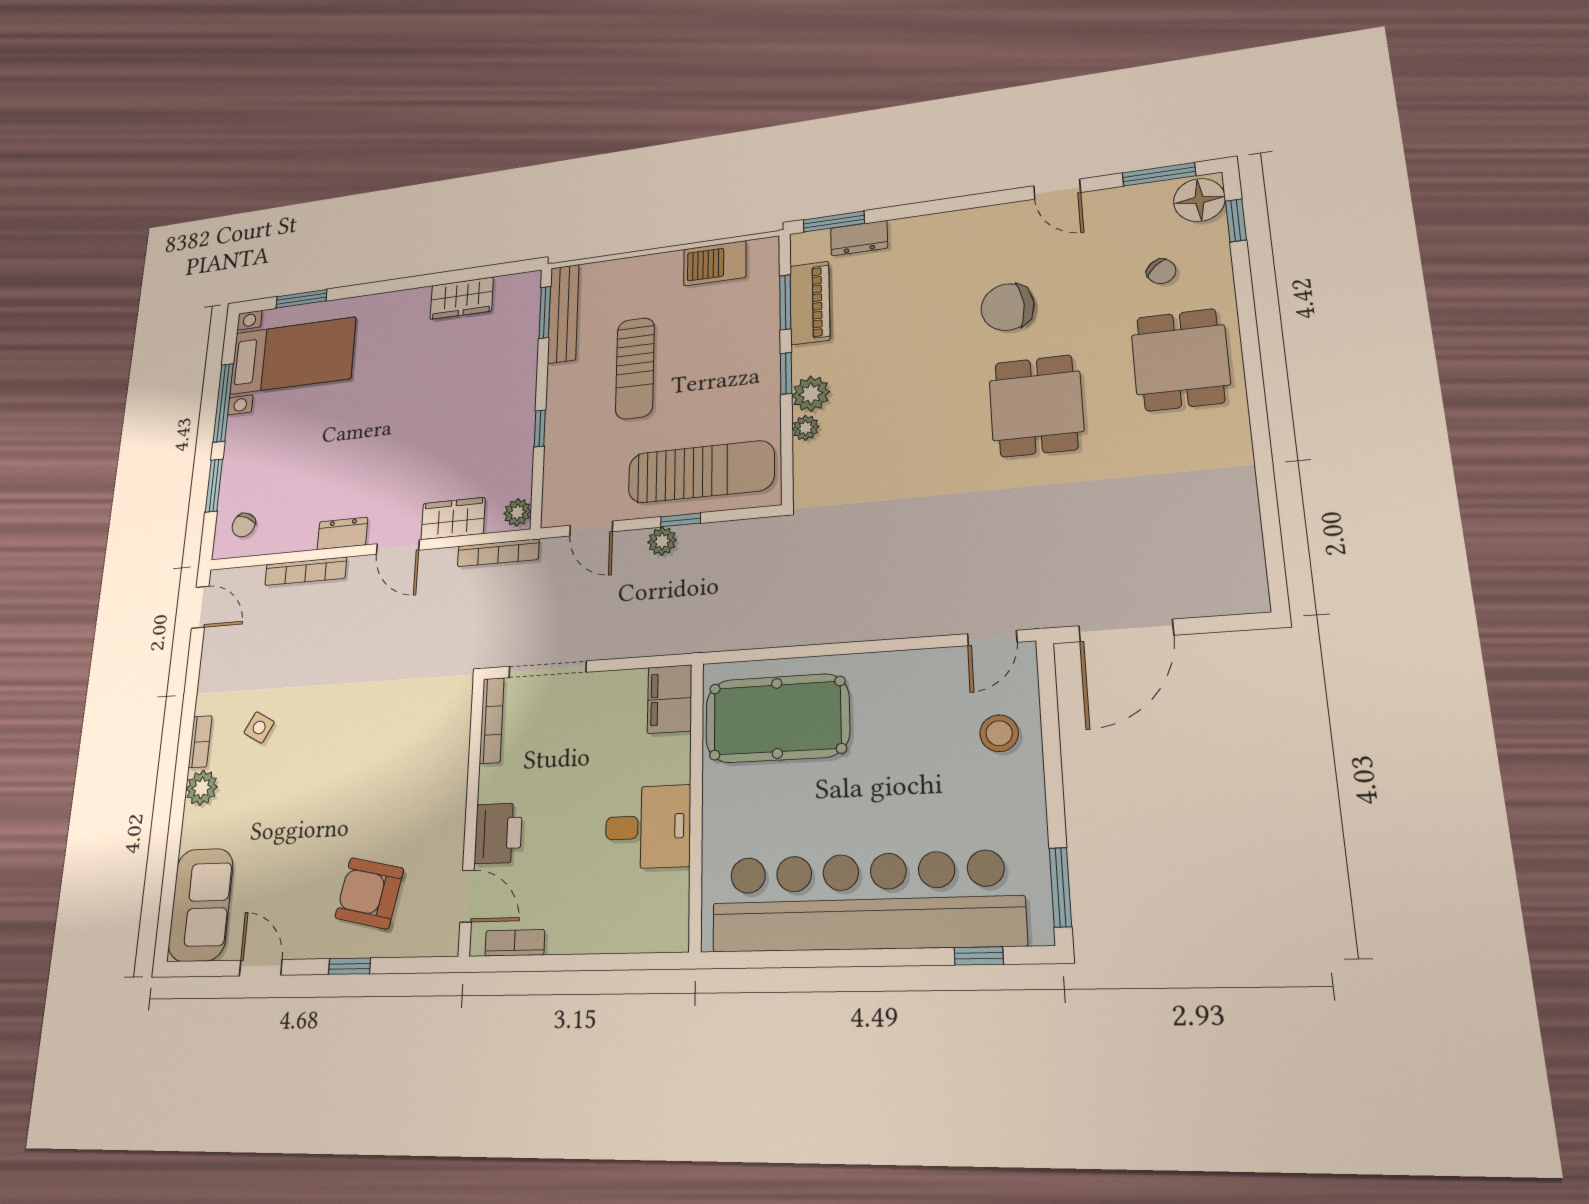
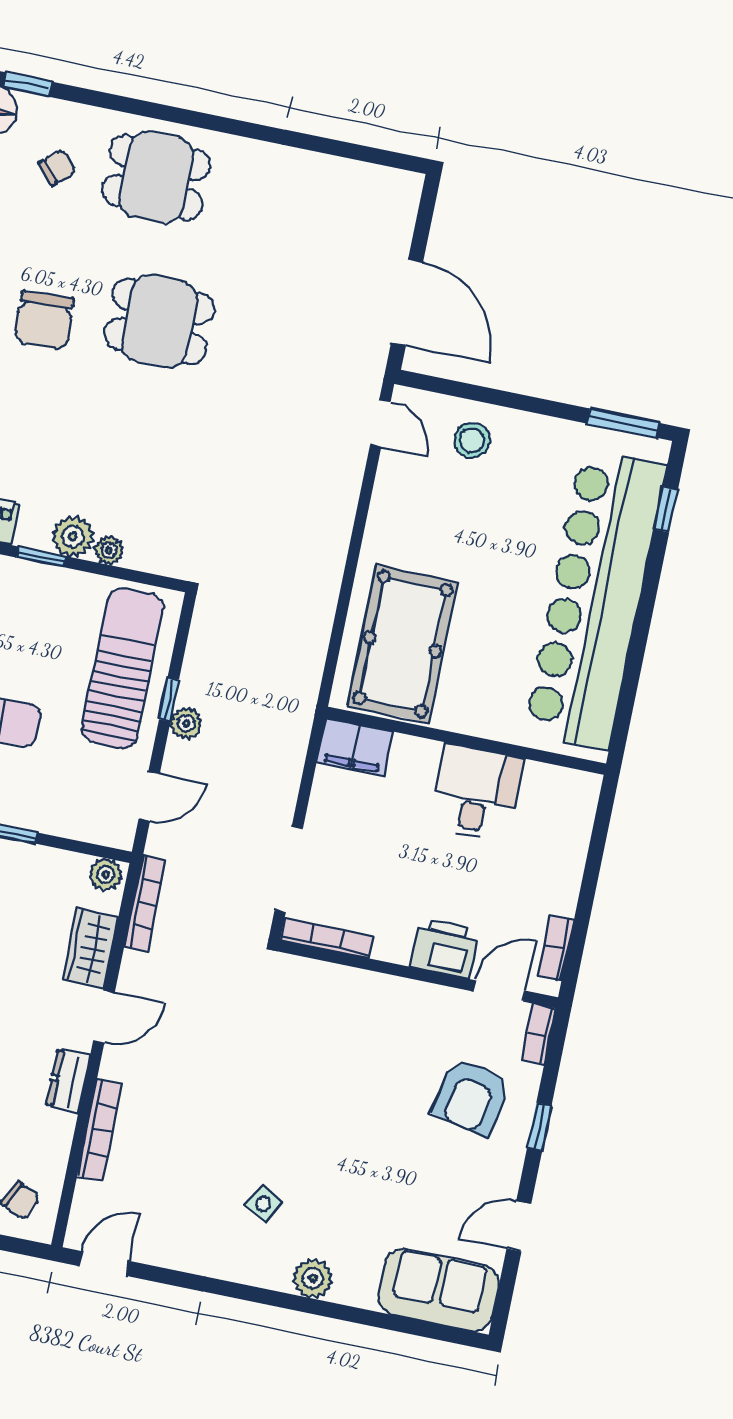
bookcase: (200, 742) -> (539, 1034), moved, turned -90

